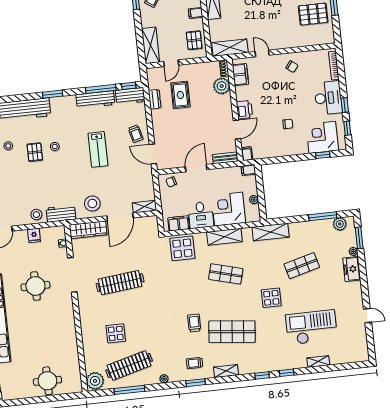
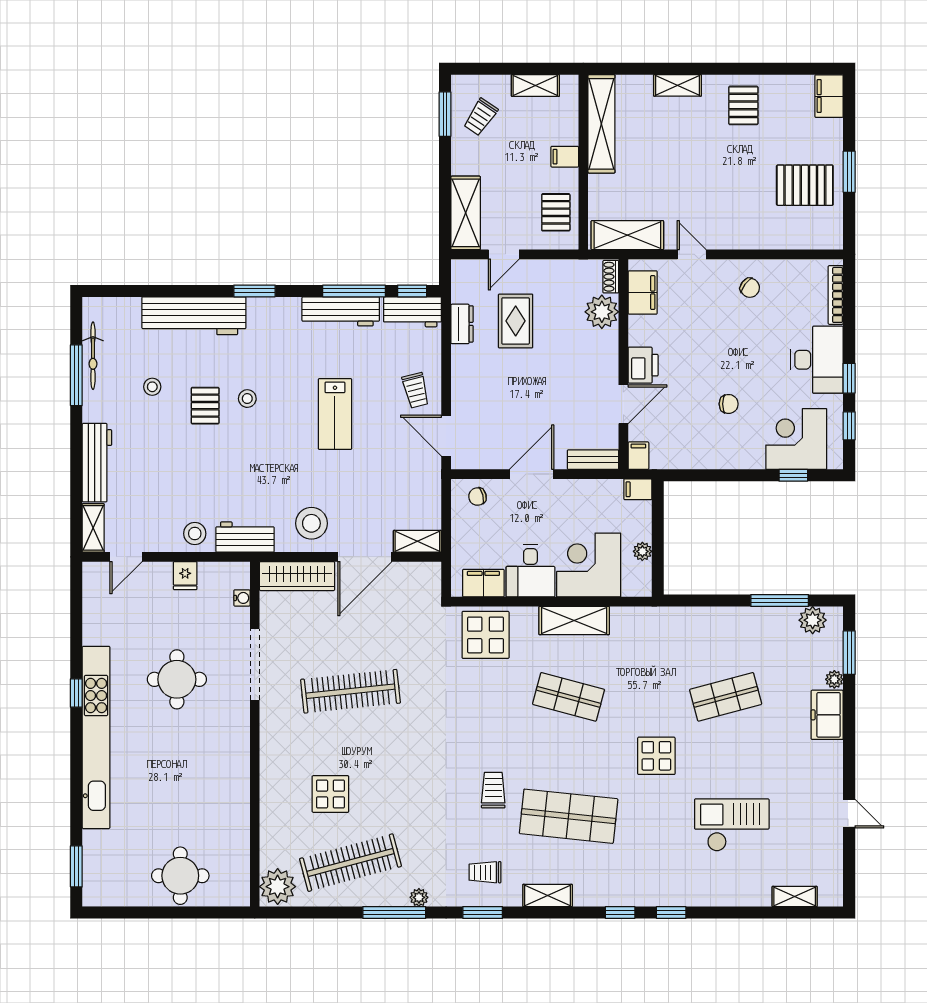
shelving: (271, 232) -> (669, 621), removed
checkout: (311, 327) -> (732, 825), width x0.73, depth x0.83
shelving: (318, 361) -> (795, 896), moved
window: (129, 390) -> (394, 912), moved

